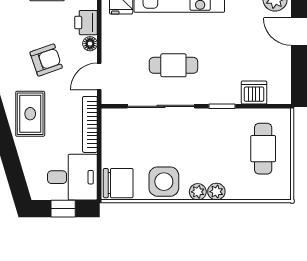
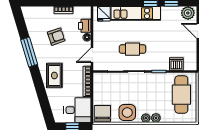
armchair: (46, 60) -> (56, 37), moved
cafe table: (263, 149) -> (181, 95), width x1.37, depth x1.35
chair: (118, 183) -> (102, 113), turned -90

